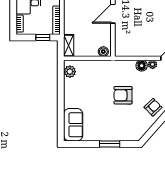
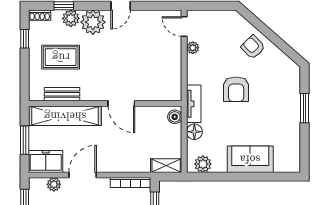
tv unit: (113, 65) -> (194, 104), added
floor lamp: (142, 66) -> (194, 132), moved
sofa: (73, 125) -> (250, 159), moved

